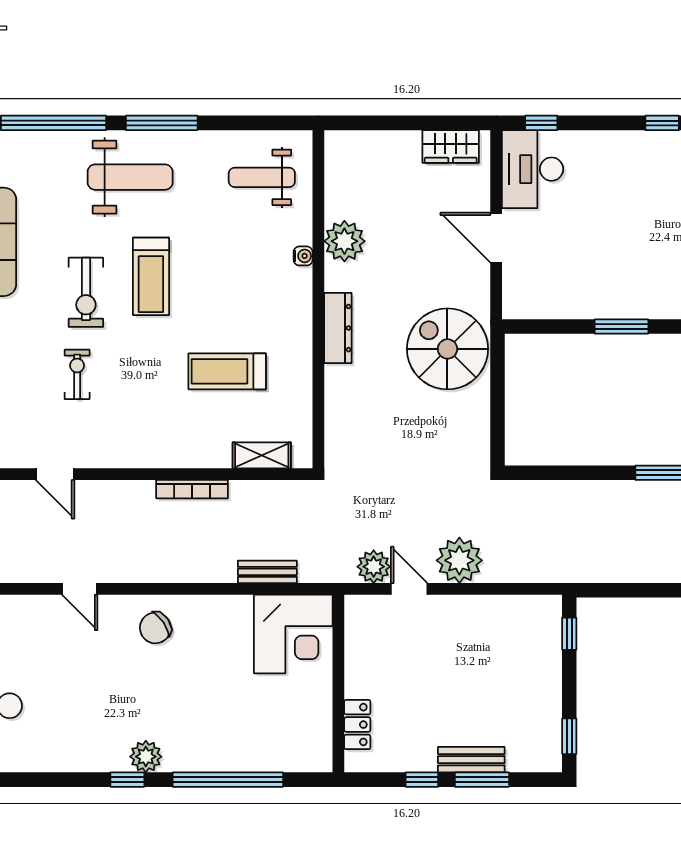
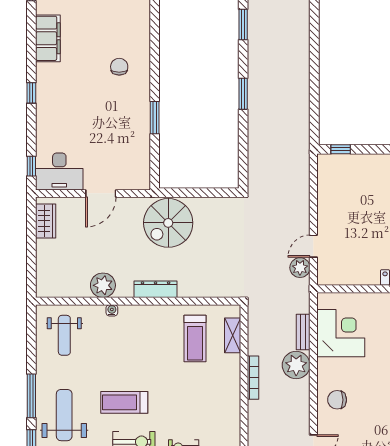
treadmill: (151, 276) -> (124, 402), turned 180
treadmill: (227, 371) -> (195, 339), moved
plant: (459, 560) -> (296, 365), moved
chair: (155, 628) -> (337, 400), turned 124
corner desk: (293, 634) -> (341, 333), moved

